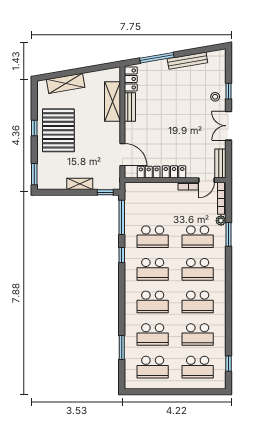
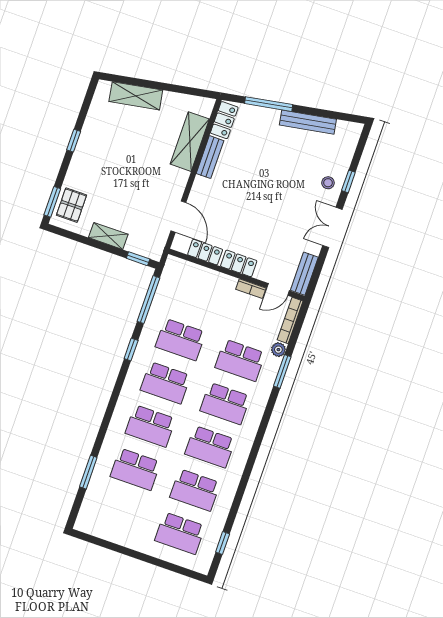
pallet: (58, 130) -> (71, 205), moved, width x0.49, depth x0.50
school desk: (153, 367) -> (120, 513), removed

